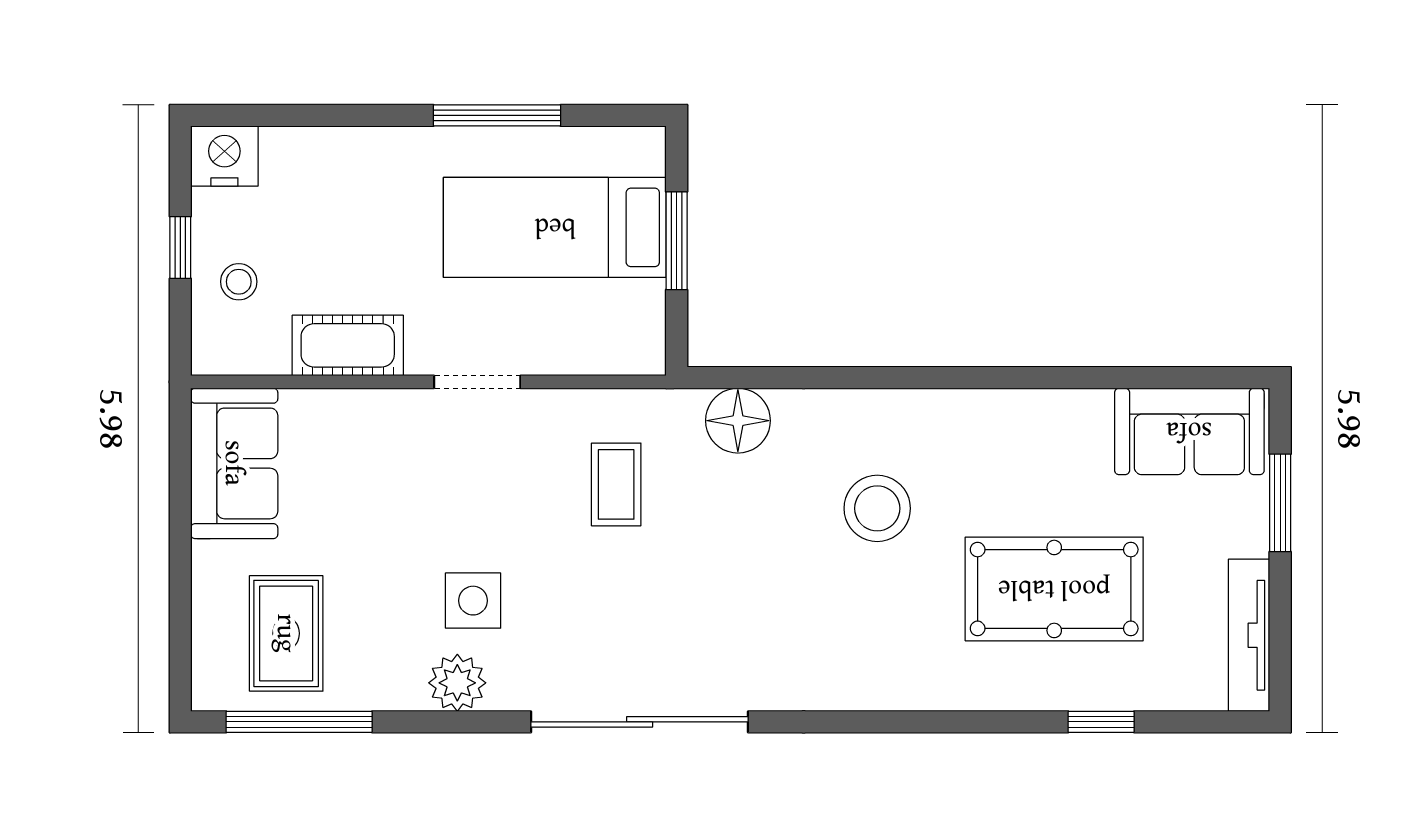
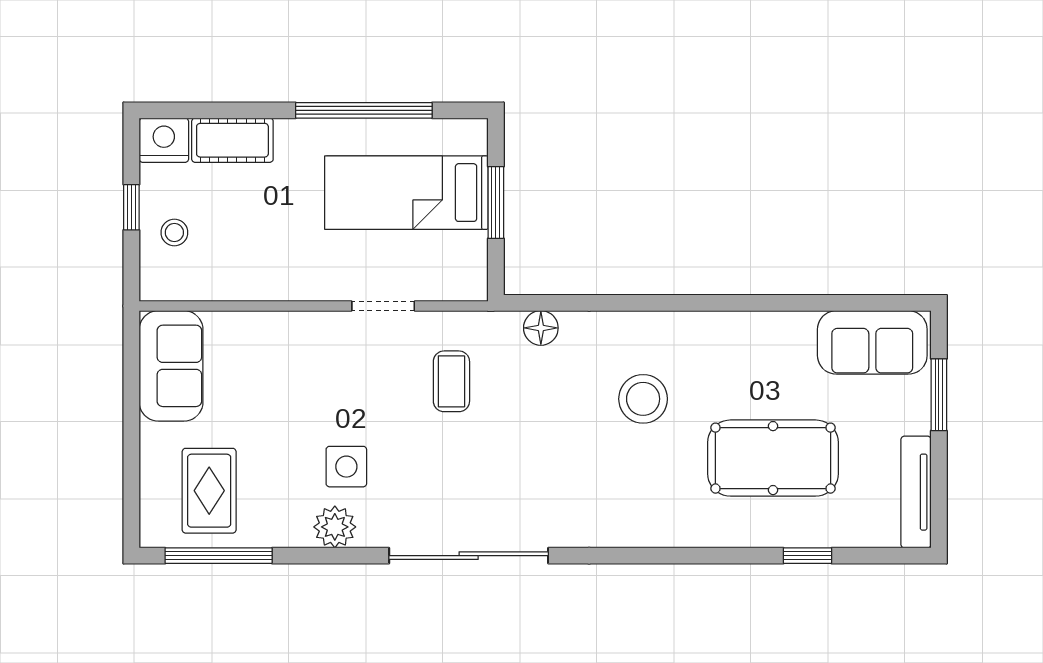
window: (497, 115) -> (364, 110), width x1.46
cot: (348, 345) -> (232, 140), moved
doorway: (477, 382) -> (383, 306), moved
floor lamp: (738, 421) -> (541, 328), width x0.73, depth x0.73

